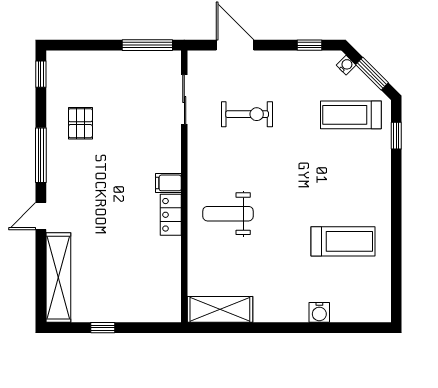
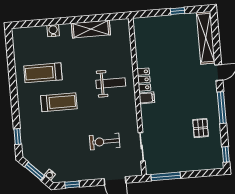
treadmill: (351, 115) -> (59, 102), moved
shelving: (220, 309) -> (91, 29), moved

